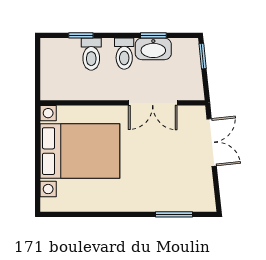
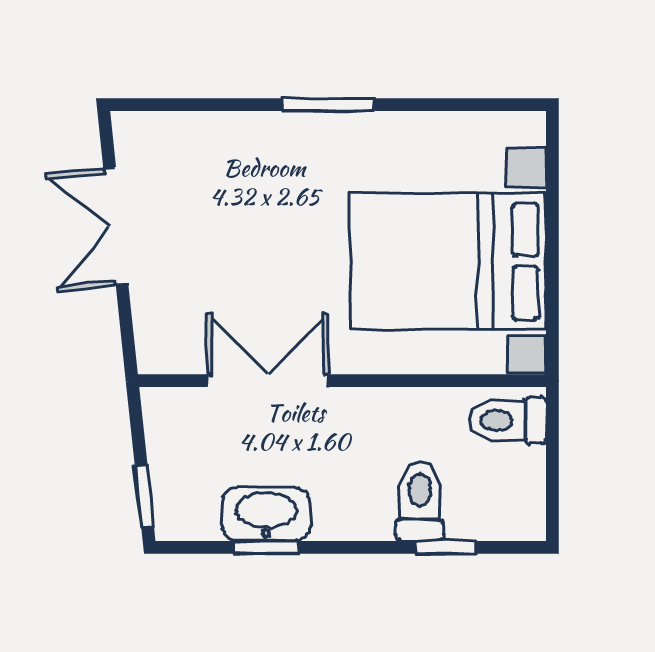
toilet: (124, 54) -> (507, 420), moved, turned -90
double door: (212, 142) -> (116, 226), moved
window: (174, 214) -> (328, 105), moved

